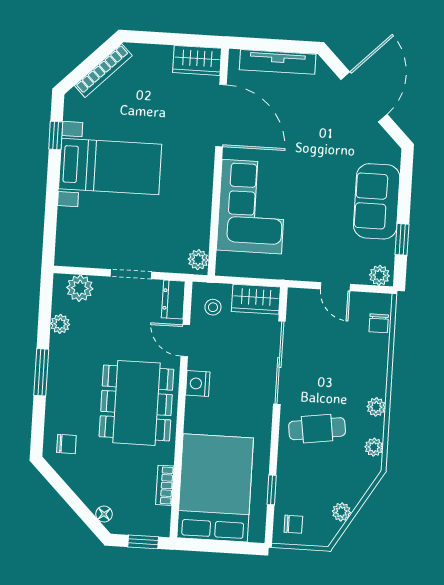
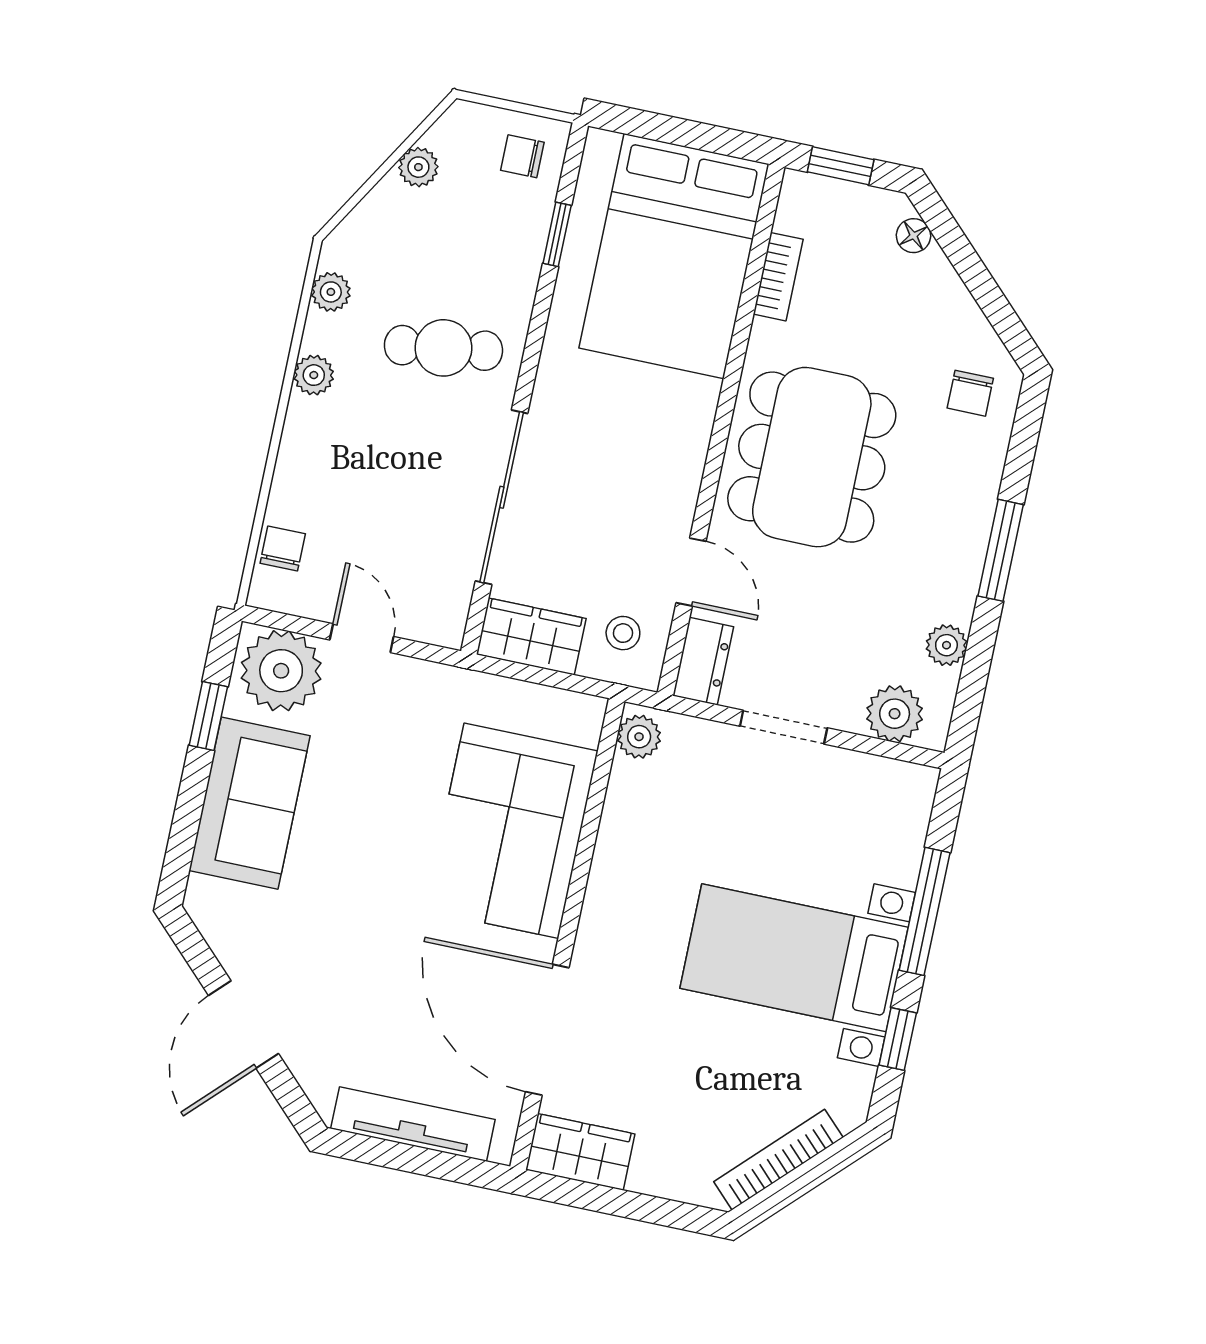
door: (364, 97) -> (244, 1025), width x0.73
window: (52, 197) -> (925, 911), added
plant: (379, 275) -> (281, 671), width x1.88, depth x1.88
nightstand: (198, 384) -> (678, 479), removed
chair: (66, 444) -> (970, 393), turned -90

